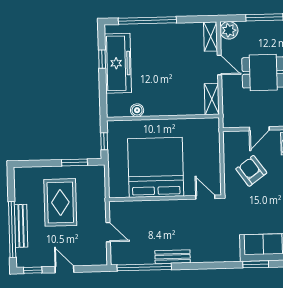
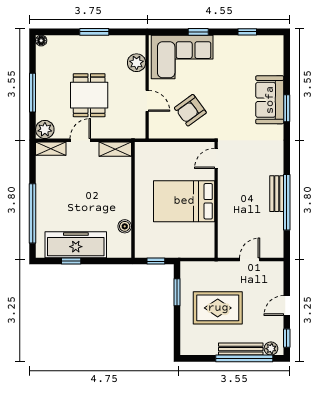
bed: (156, 167) -> (184, 201), width x0.73
plant: (22, 255) -> (271, 349), added
window: (144, 267) -> (287, 202), moved

